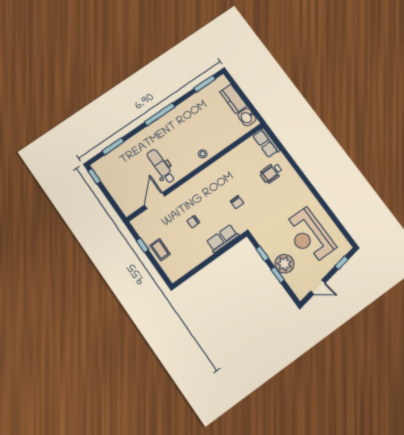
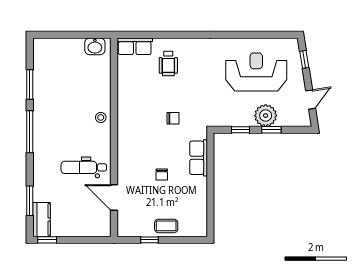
window: (205, 84) -> (30, 85), moved
kitchen counter: (233, 99) -> (41, 220), moved, turned -90
reception desk: (309, 236) -> (256, 72), turned 180

